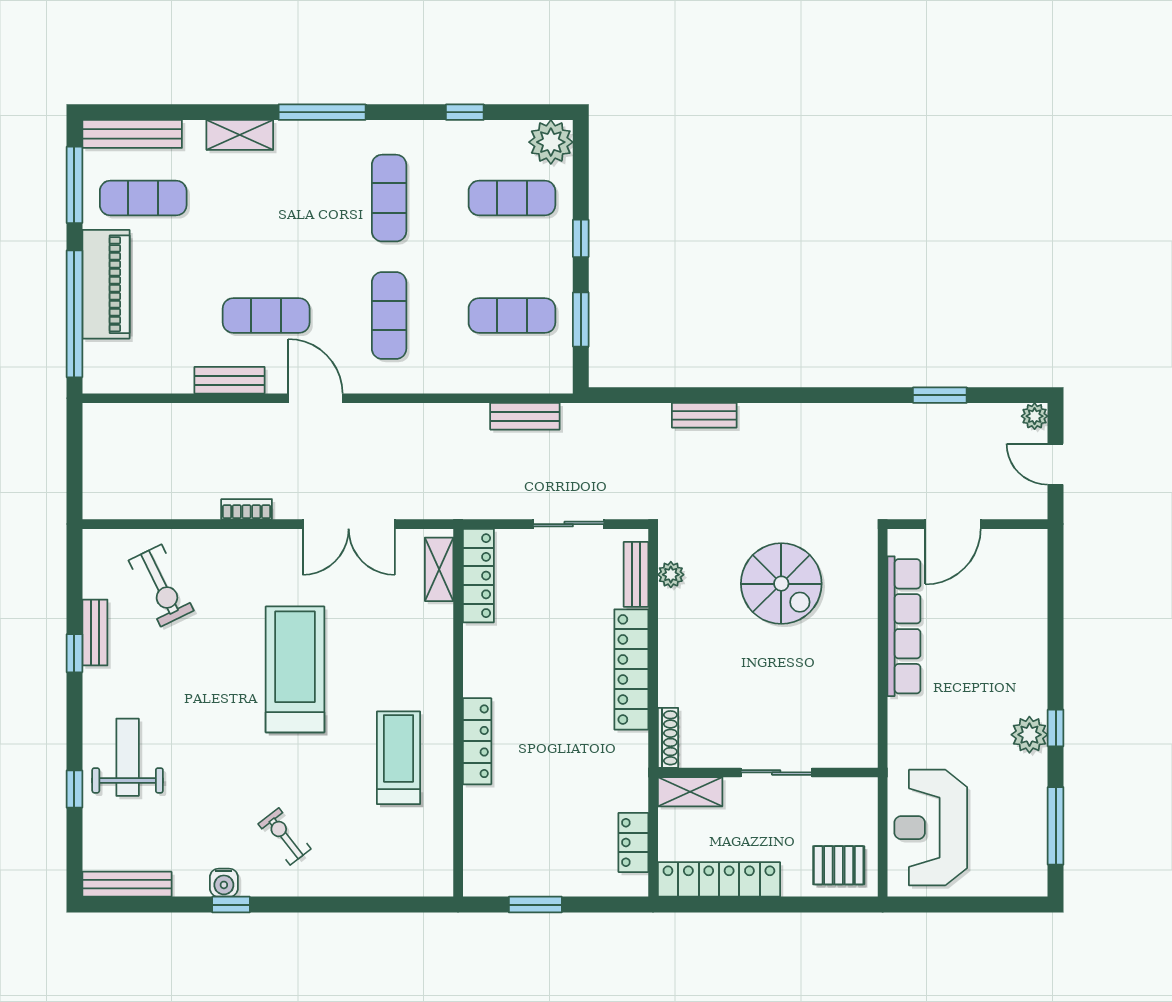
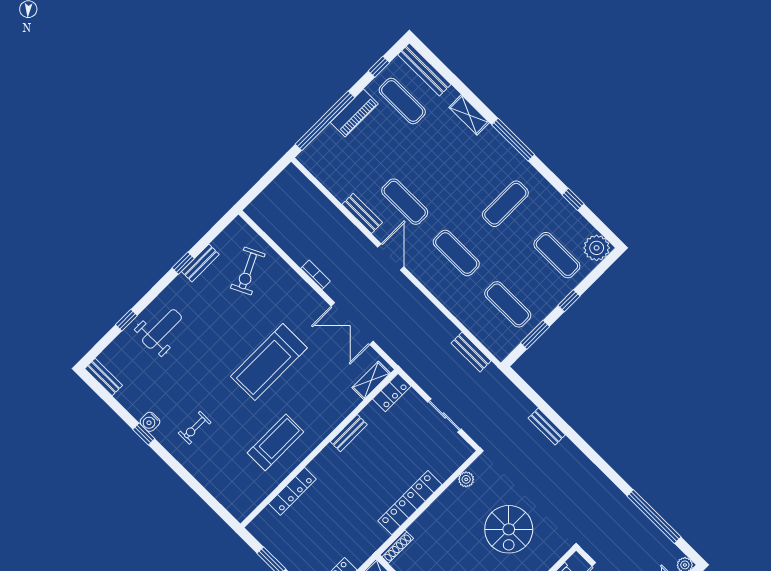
window: (74, 185) -> (379, 67), width x0.46
piano: (106, 284) -> (354, 113), width x0.73, depth x0.75
exercise mat: (389, 316) -> (456, 253), turned 90
window: (940, 395) -> (654, 517), width x2.11
bench: (636, 574) -> (349, 433), moved
locker: (478, 576) -> (392, 393), width x0.66
treadmill: (295, 669) -> (269, 362), turned 180
locker: (477, 741) -> (292, 491), moved
exercise bike: (285, 836) -> (195, 428), turned -142
bench: (127, 884) -> (104, 377), width x0.73

